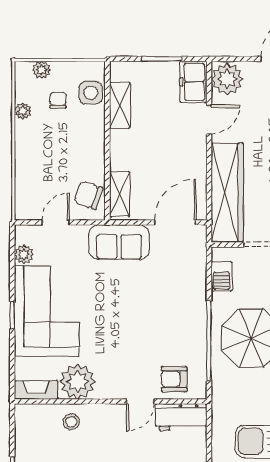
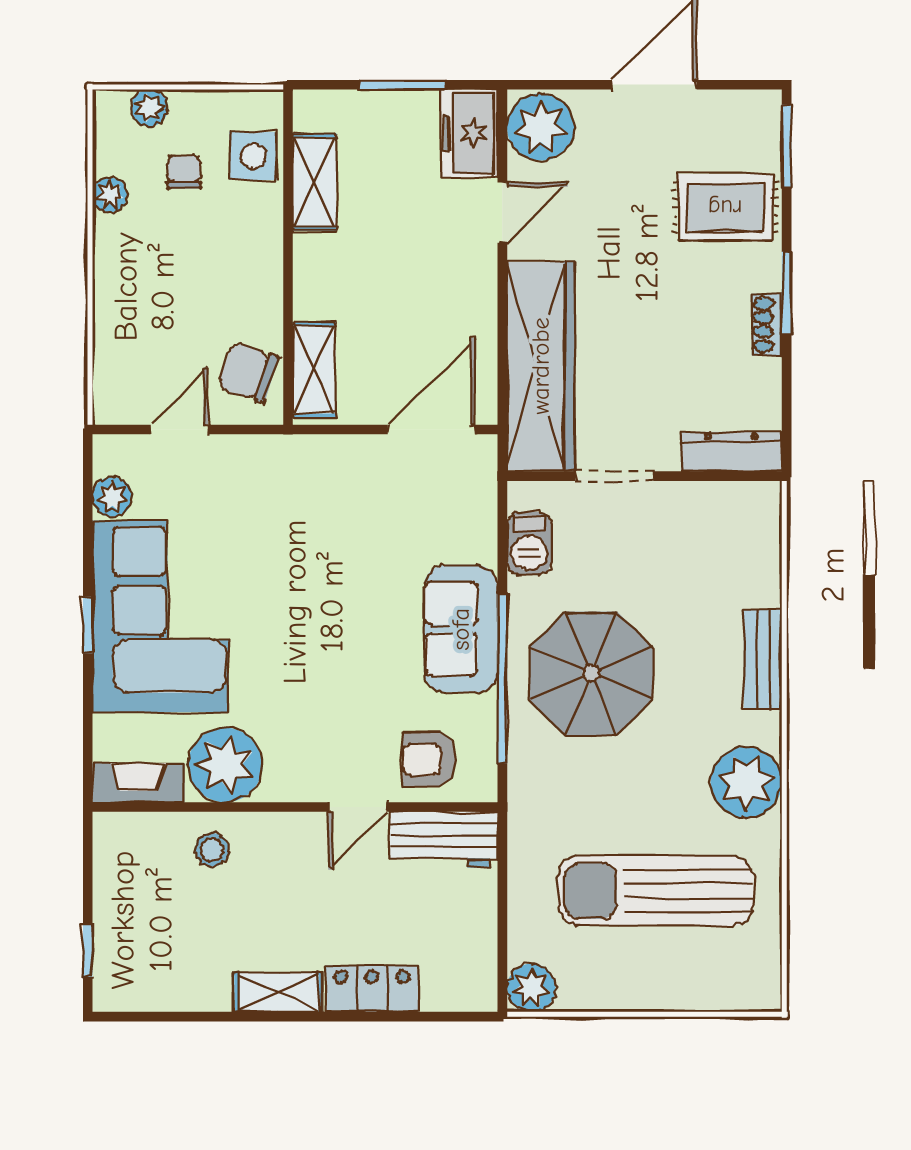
sofa: (119, 242) -> (461, 629), moved, turned 90

